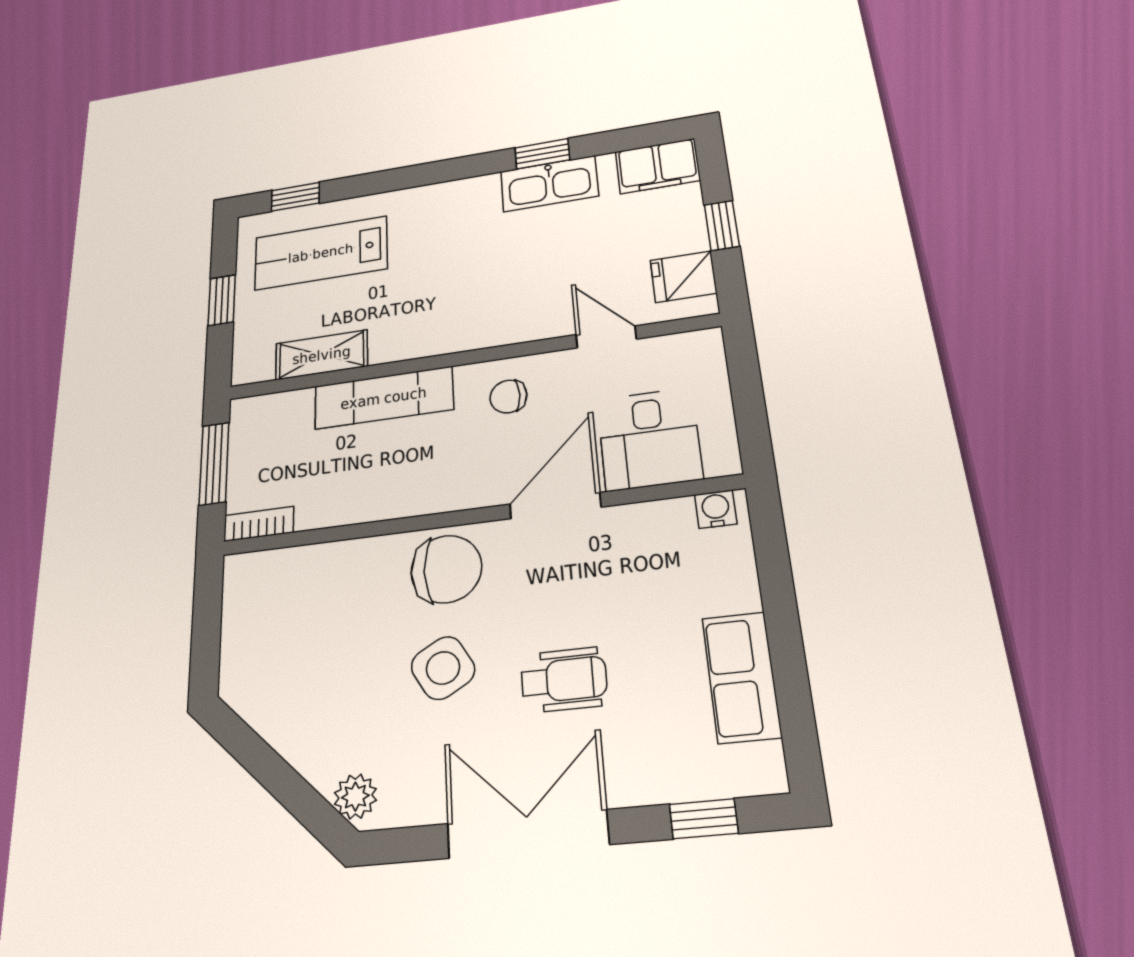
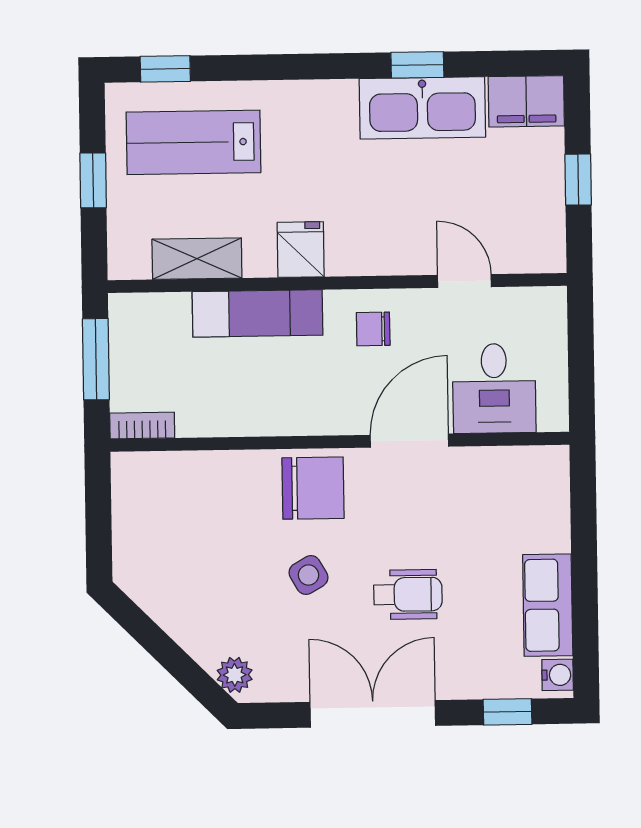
kitchen sink: (549, 184) -> (422, 108), width x1.36, depth x1.24
fridge: (683, 277) -> (301, 250), moved, turned 90
water cooler: (716, 509) -> (558, 675), moved, turned 90
side table: (443, 668) -> (308, 575), width x0.73, depth x0.73

